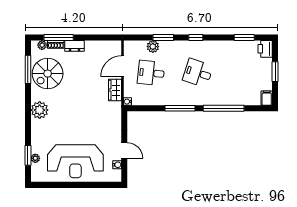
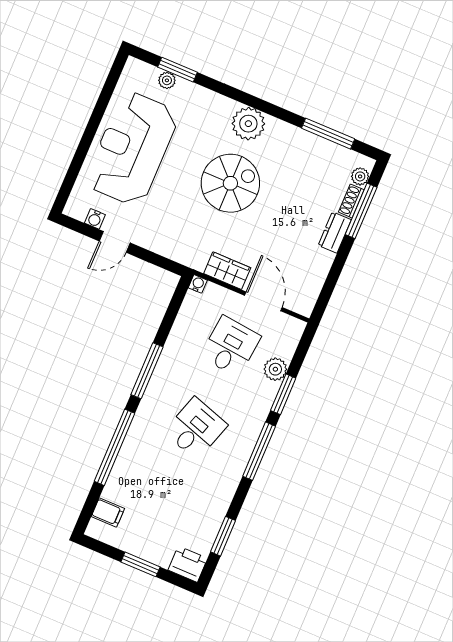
window: (196, 38) -> (259, 451), width x2.17
spiral stairs: (48, 74) -> (230, 183), moved, turned 90
filing cabinet: (267, 98) -> (108, 512), moved

